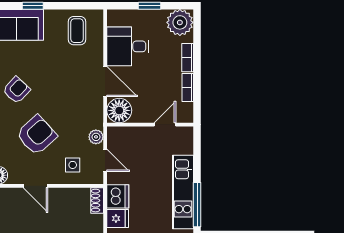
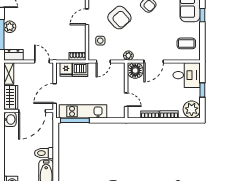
desk: (128, 46) -> (187, 75), moved, turned 90
plant: (96, 137) -> (128, 56), moved

